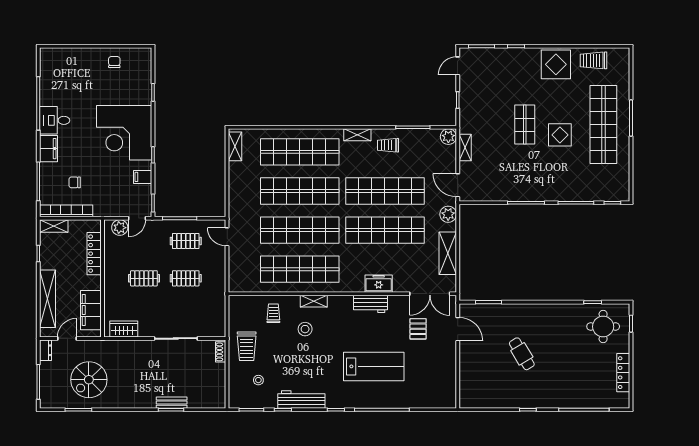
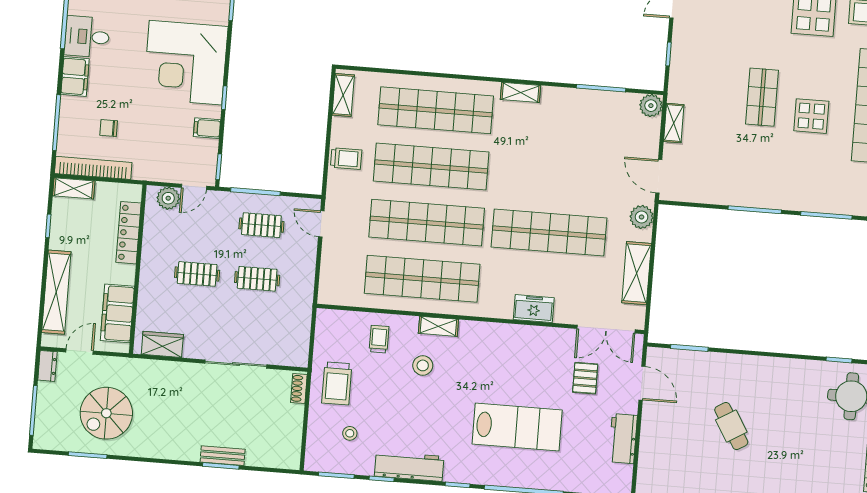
trolley: (388, 145) -> (346, 159), moved, turned 180
shop shelf: (385, 191) -> (553, 176), removed
workbench: (370, 304) -> (623, 439), moved, turned 90

